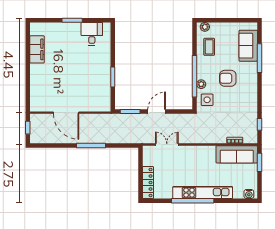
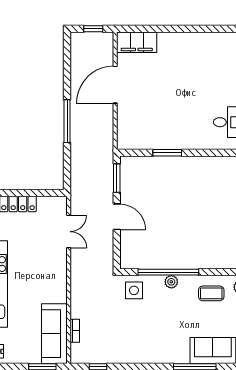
filing cabinet: (37, 49) -> (137, 42), moved
armchair: (228, 78) -> (165, 321), removed
plant: (201, 84) -> (171, 282), moved

